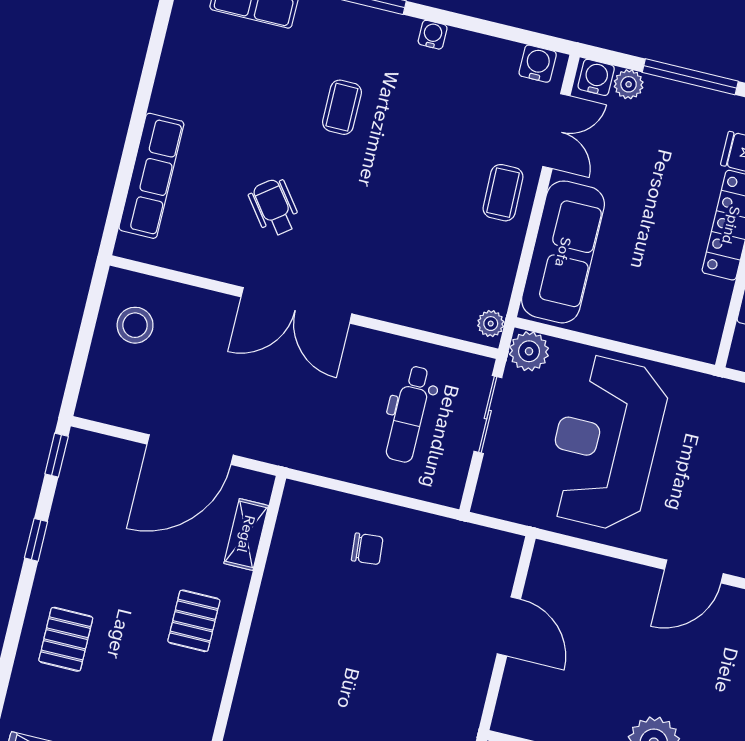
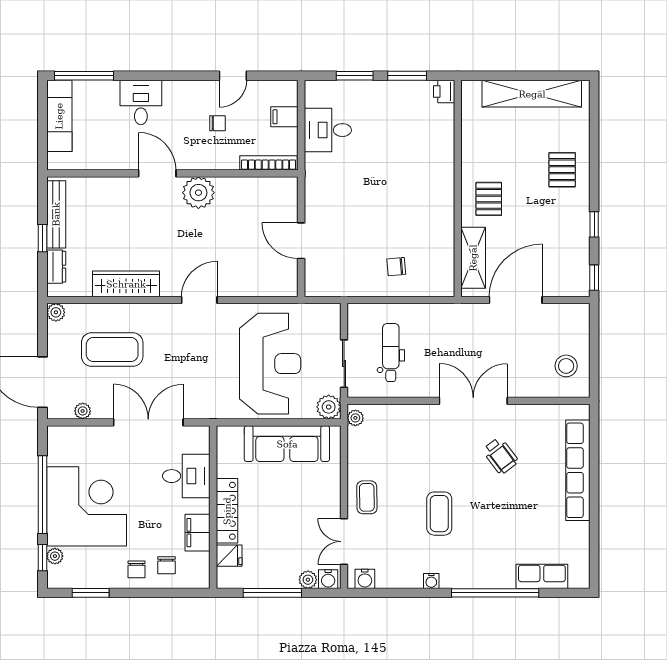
coffee table: (342, 107) -> (439, 514), moved, width x1.36, depth x1.30
row of seats: (151, 176) -> (578, 470), width x1.36
sofa: (563, 252) -> (287, 444), moved, turned -90
shelving: (246, 534) -> (473, 258), width x1.50, depth x1.33

